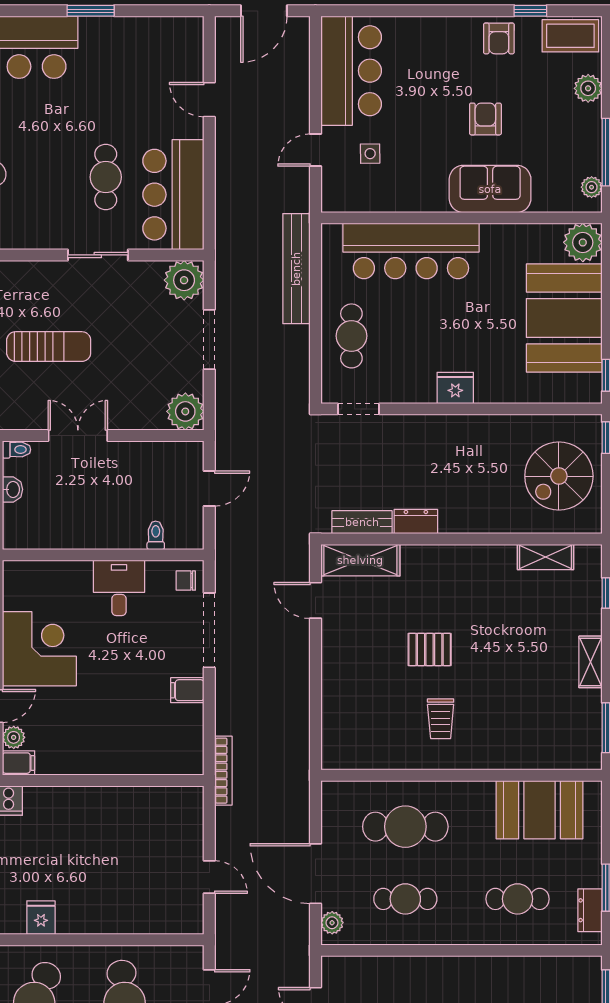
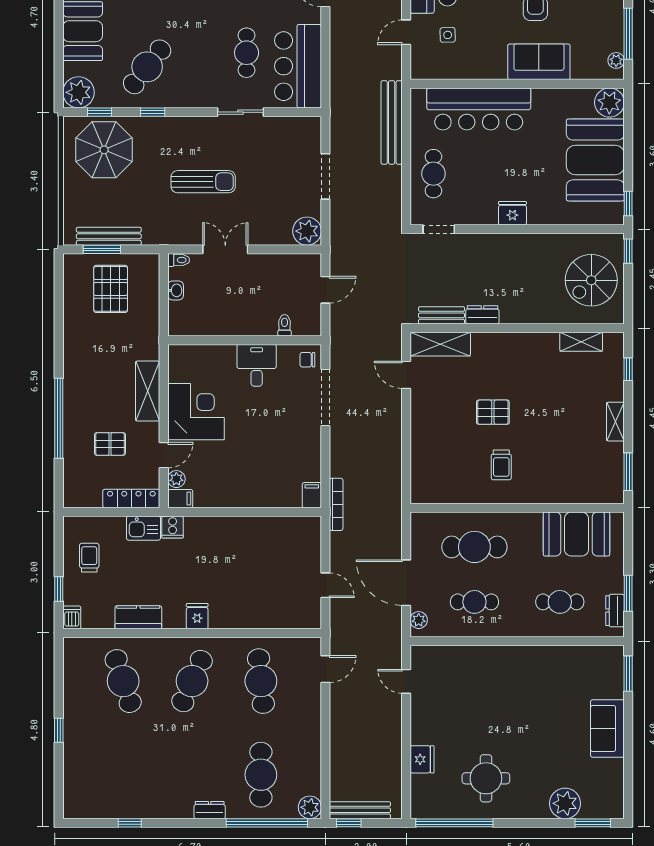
plant: (184, 280) -> (306, 131), removed
filing cabinet: (187, 690) -> (312, 495), moved, turned 90

